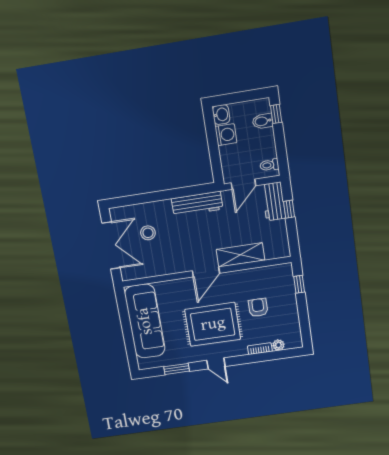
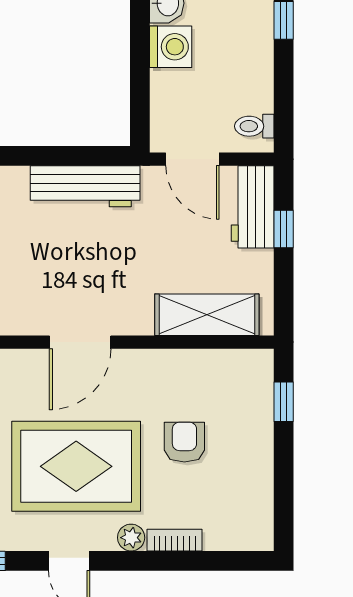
bidet: (263, 121) -> (253, 31), removed
door: (243, 184) -> (192, 159), hinge flipped
shelving: (240, 255) -> (207, 315), moved
plant: (278, 345) -> (131, 538), moved

